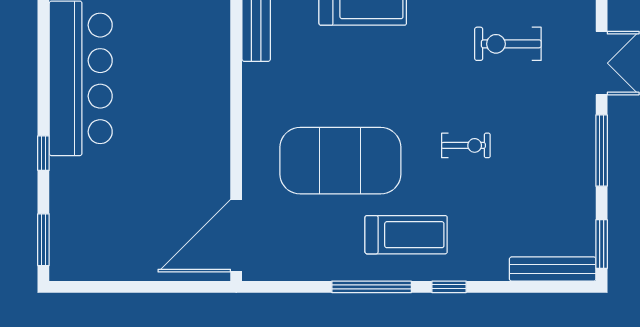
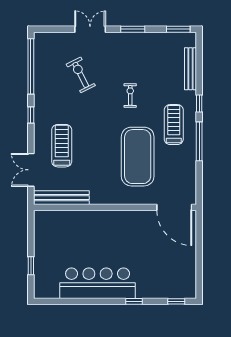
exercise bike: (508, 44) -> (81, 75), turned 153
window: (602, 151) -> (133, 29), width x0.69
window: (43, 240) -> (176, 301), width x0.67
bench: (553, 269) -> (190, 69), moved

